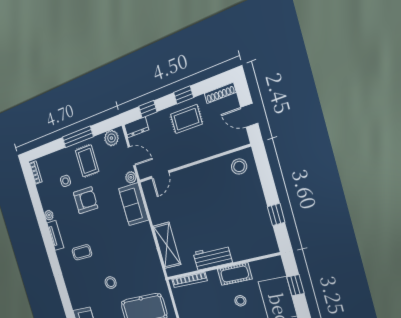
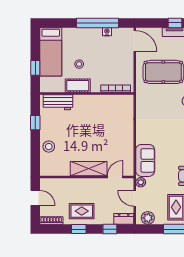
stool: (239, 166) -> (49, 147), moved
shelving: (167, 245) -> (89, 169), moved, turned 90
workbench: (212, 257) -> (58, 102), moved

